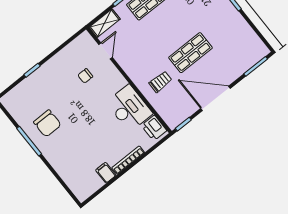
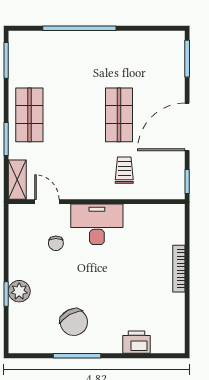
plant: (40, 77) -> (19, 291), added
desk: (129, 108) -> (97, 224), moved
chair: (47, 123) -> (74, 322), turned 61
printer: (154, 128) -> (137, 342), moved, turned 180
filing cabinet: (106, 173) -> (173, 302), removed

